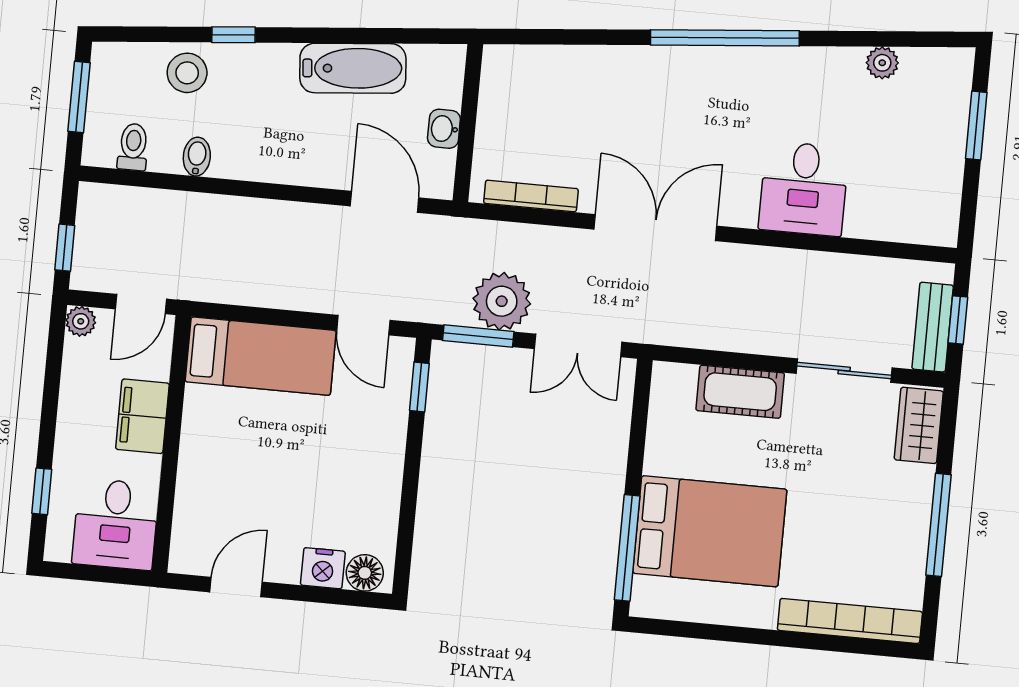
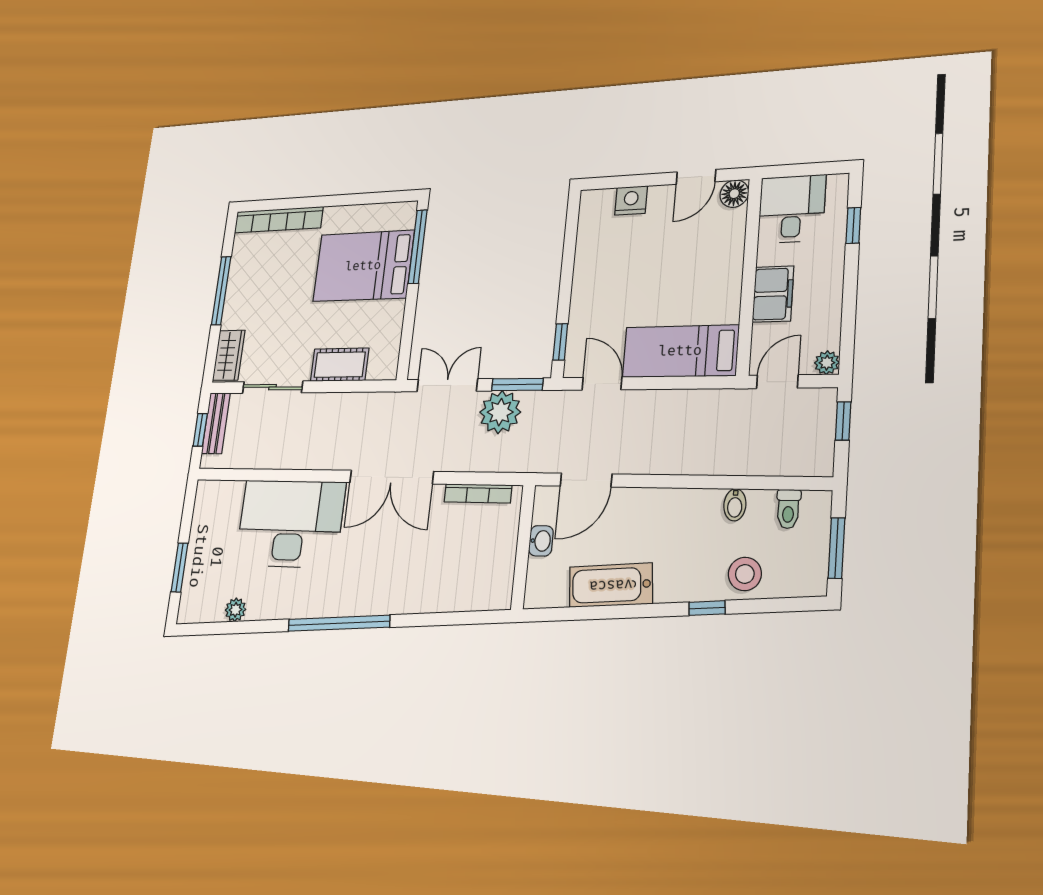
desk: (804, 189) -> (290, 524), width x1.87, depth x1.30
door: (385, 202) -> (586, 480), hinge flipped
floor lamp: (365, 573) -> (734, 194), moved

